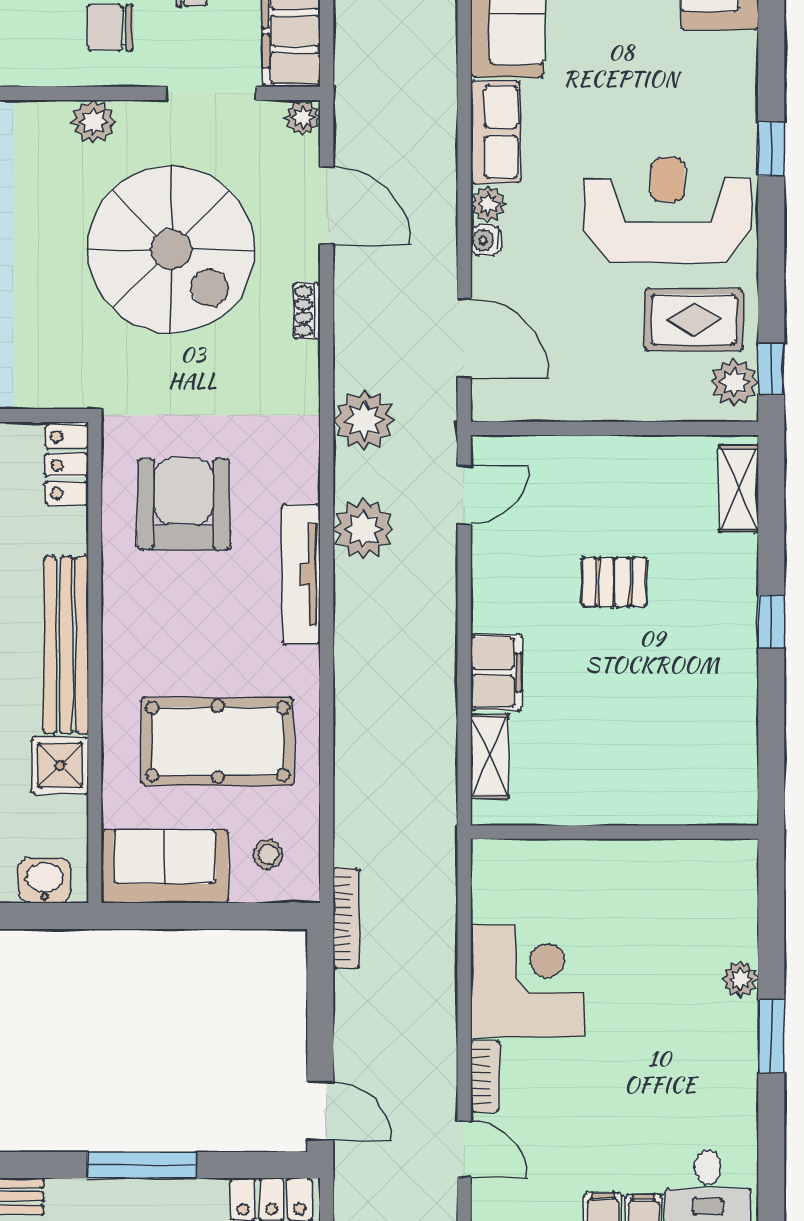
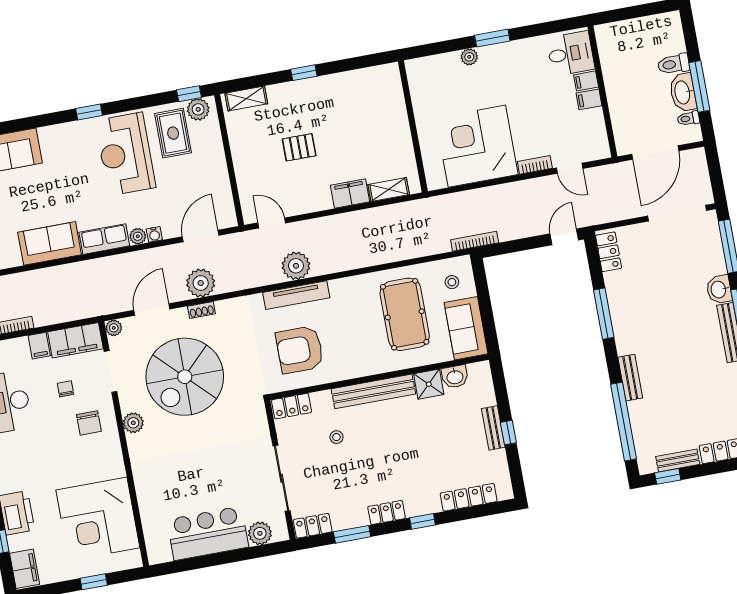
spiral stairs: (171, 249) -> (185, 377), turned 180
plant: (364, 420) -> (201, 283), moved
tv unit: (301, 574) -> (296, 295), moved
pallet: (614, 582) -> (299, 147), turned 90
washbasin: (45, 880) -> (455, 377), moved, turned -90
corner desk: (527, 981) -> (477, 146), width x1.36, depth x1.36
door: (464, 1149) -> (570, 168), swing flipped

